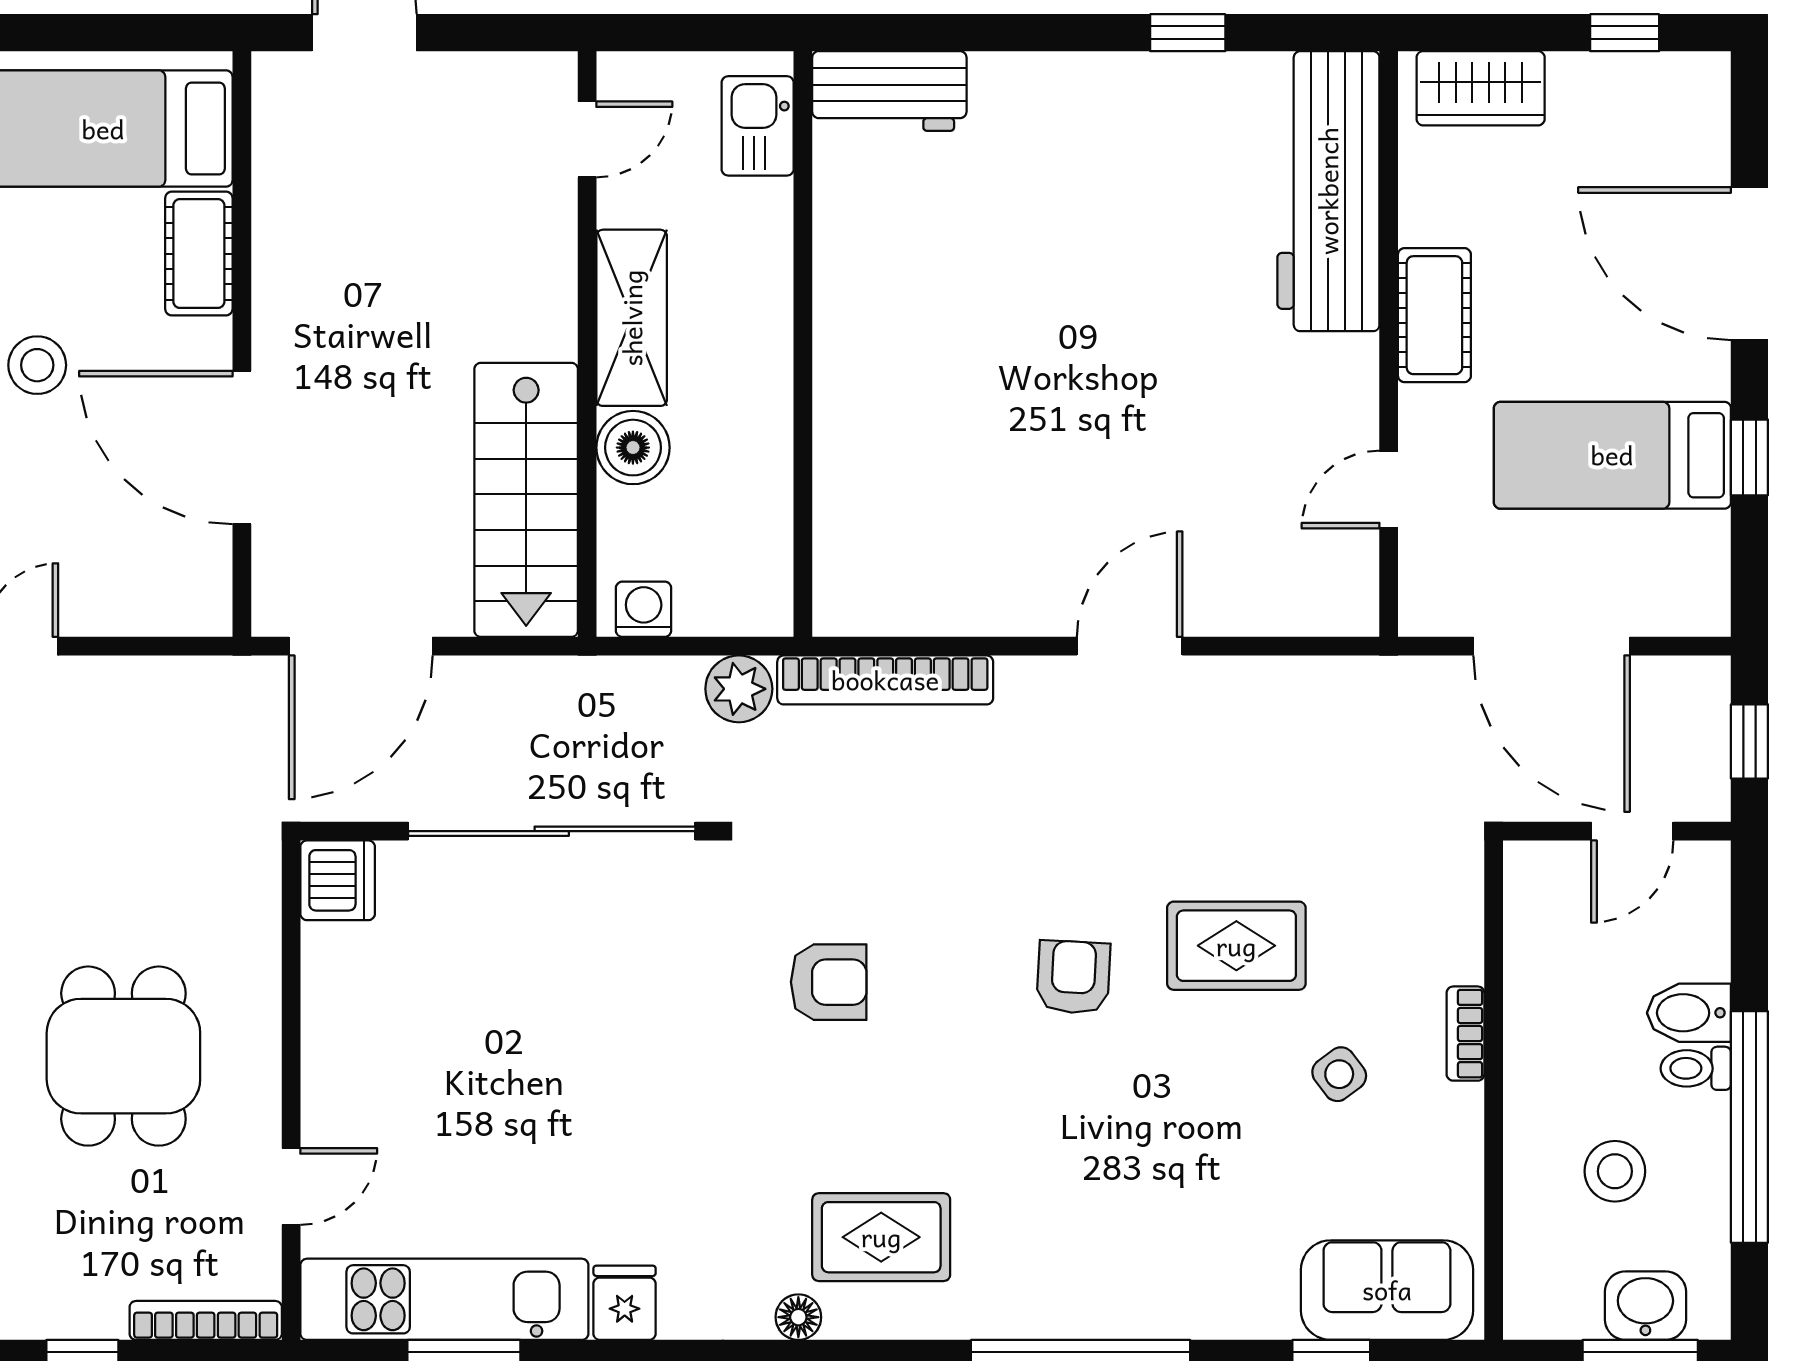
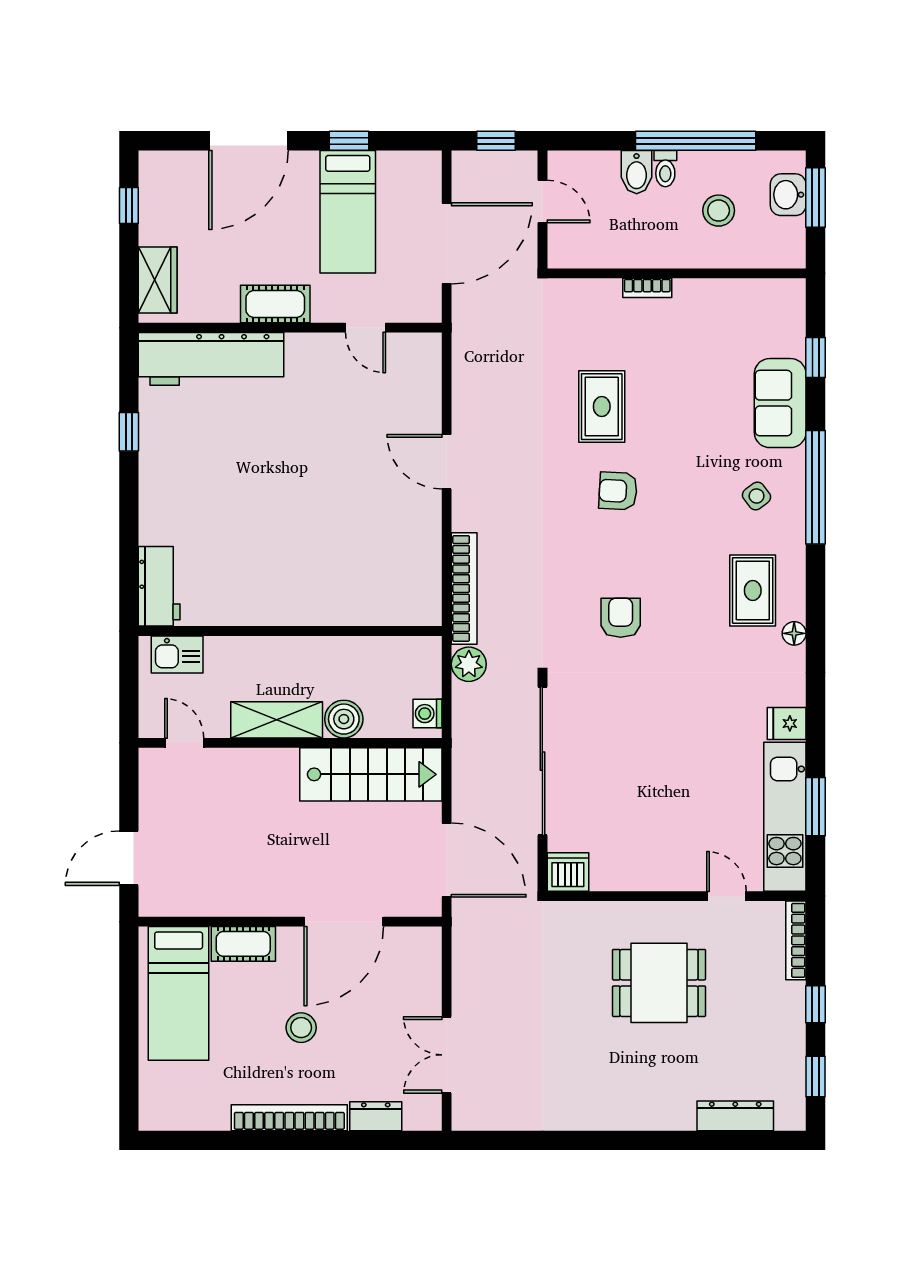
side table: (1339, 1074) -> (757, 496), moved
sofa: (1387, 1290) -> (780, 403), moved

